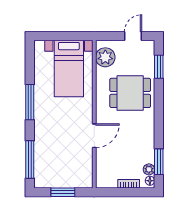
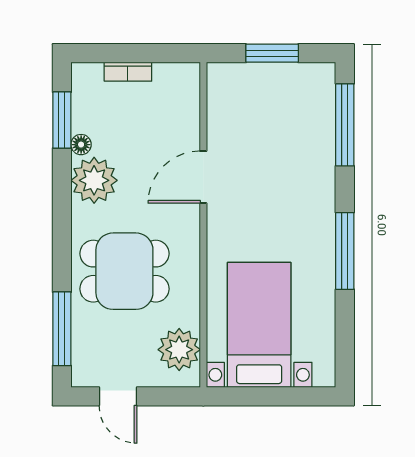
door: (133, 36) -> (118, 396), hinge flipped
window: (159, 67) -> (62, 329), width x1.44
plant: (149, 169) -> (94, 180), moved, width x1.87, depth x1.87
floor lamp: (150, 181) -> (81, 145), moved

